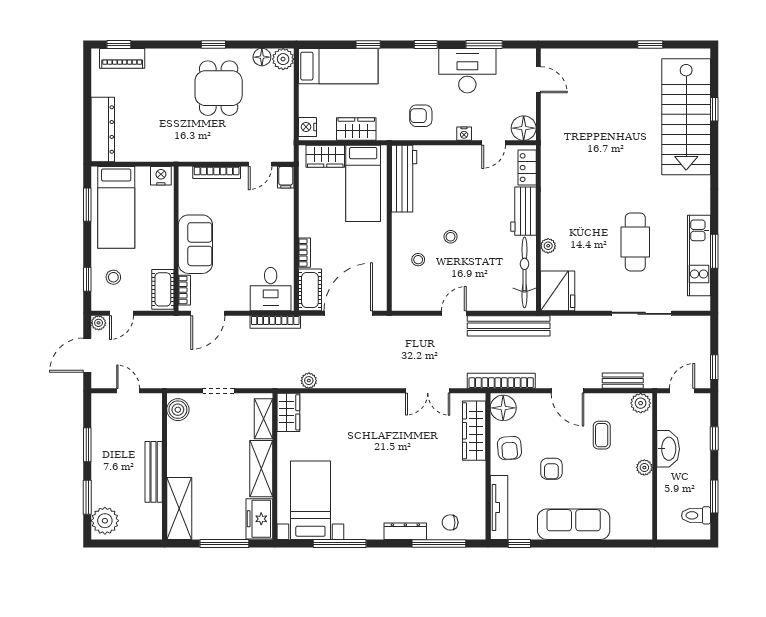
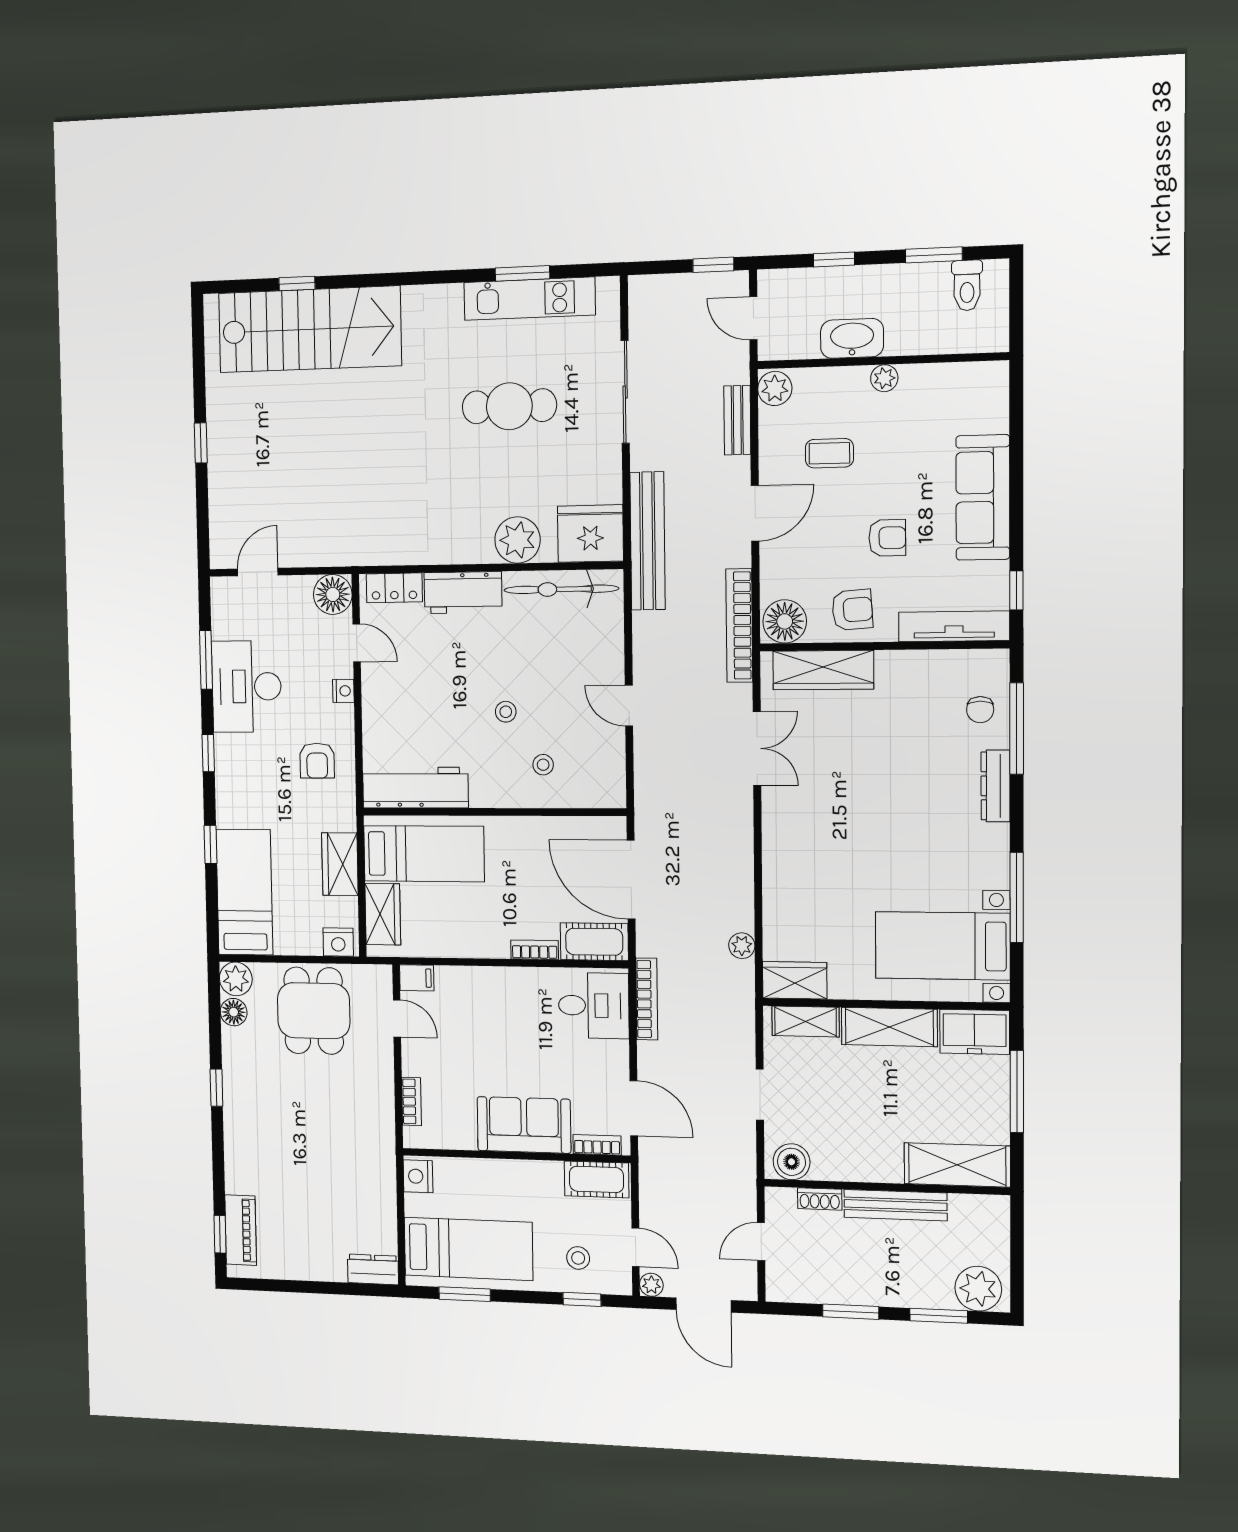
window: (650, 44) -> (201, 443), moved
dining table: (219, 88) -> (314, 1011), moved, turned 90
dresser: (103, 130) -> (373, 1269), width x0.51, depth x0.80
bookcase: (217, 172) -> (412, 1101), width x0.64
plant: (548, 246) -> (518, 540), width x1.88, depth x1.88
bench: (509, 326) -> (648, 541), moved
shoe rack: (156, 426) -> (820, 1199), added

